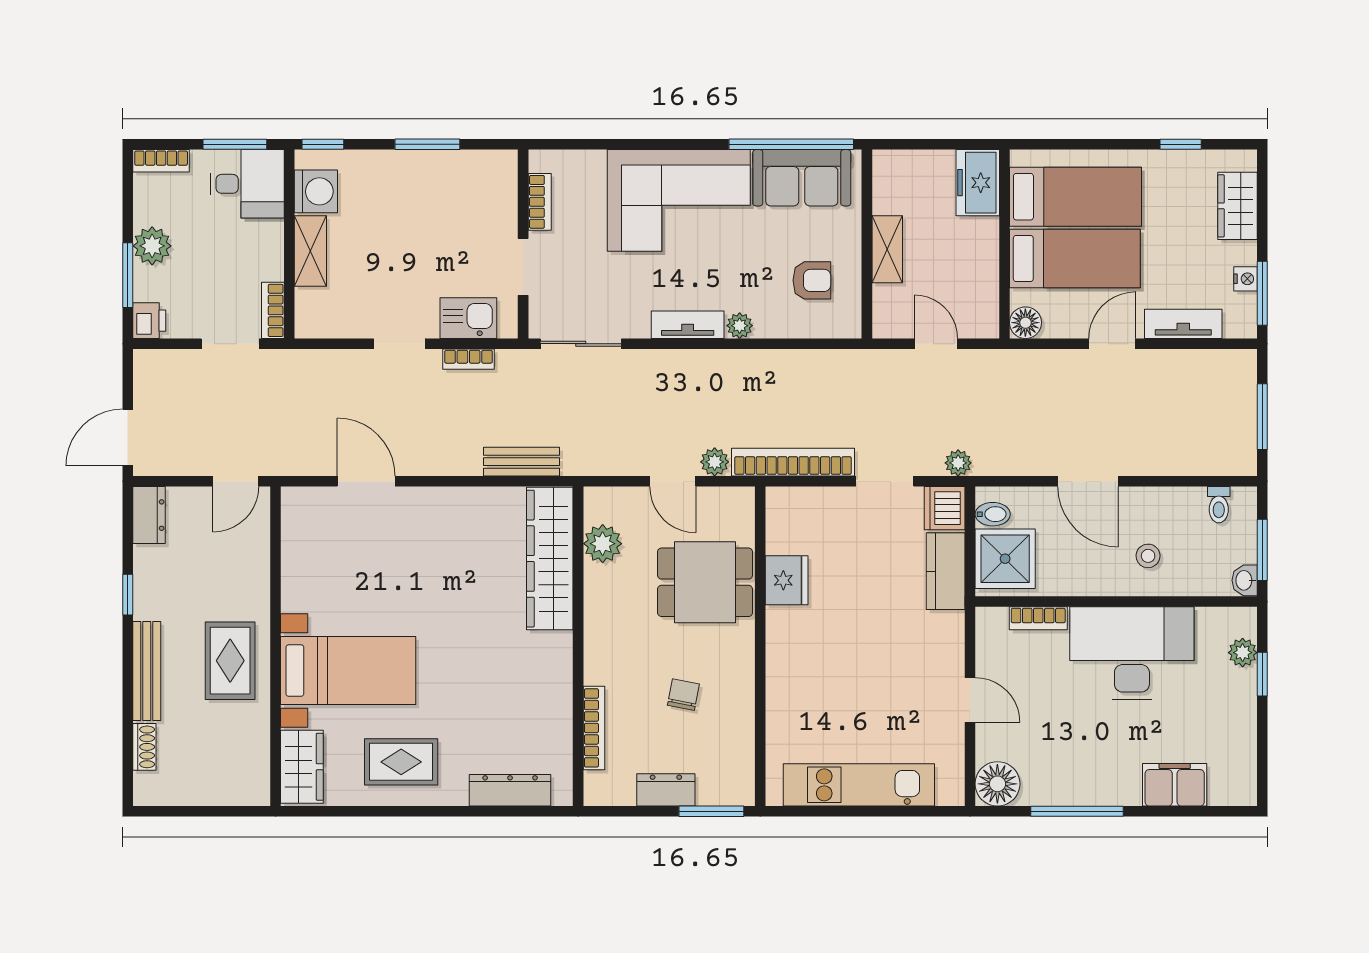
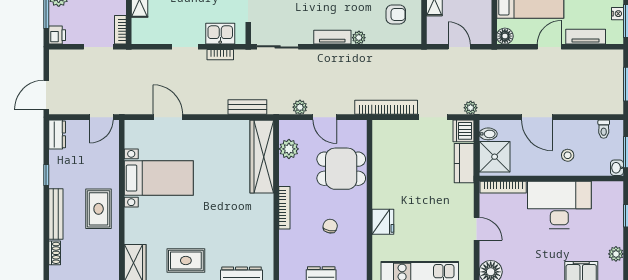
plant: (715, 462) -> (300, 107), moved
fridge: (787, 580) -> (383, 222), moved
bookcase: (1038, 618) -> (503, 187), width x1.56
plant: (1243, 653) -> (616, 254), moved
bed with nightstands: (348, 671) -> (159, 178), moved
bookcase: (594, 728) -> (284, 208), moved

